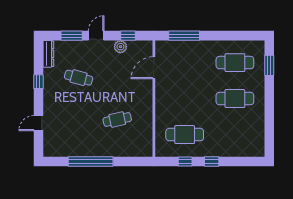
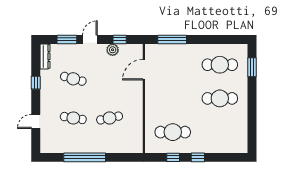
cafe table: (79, 119) -> (73, 118), added

